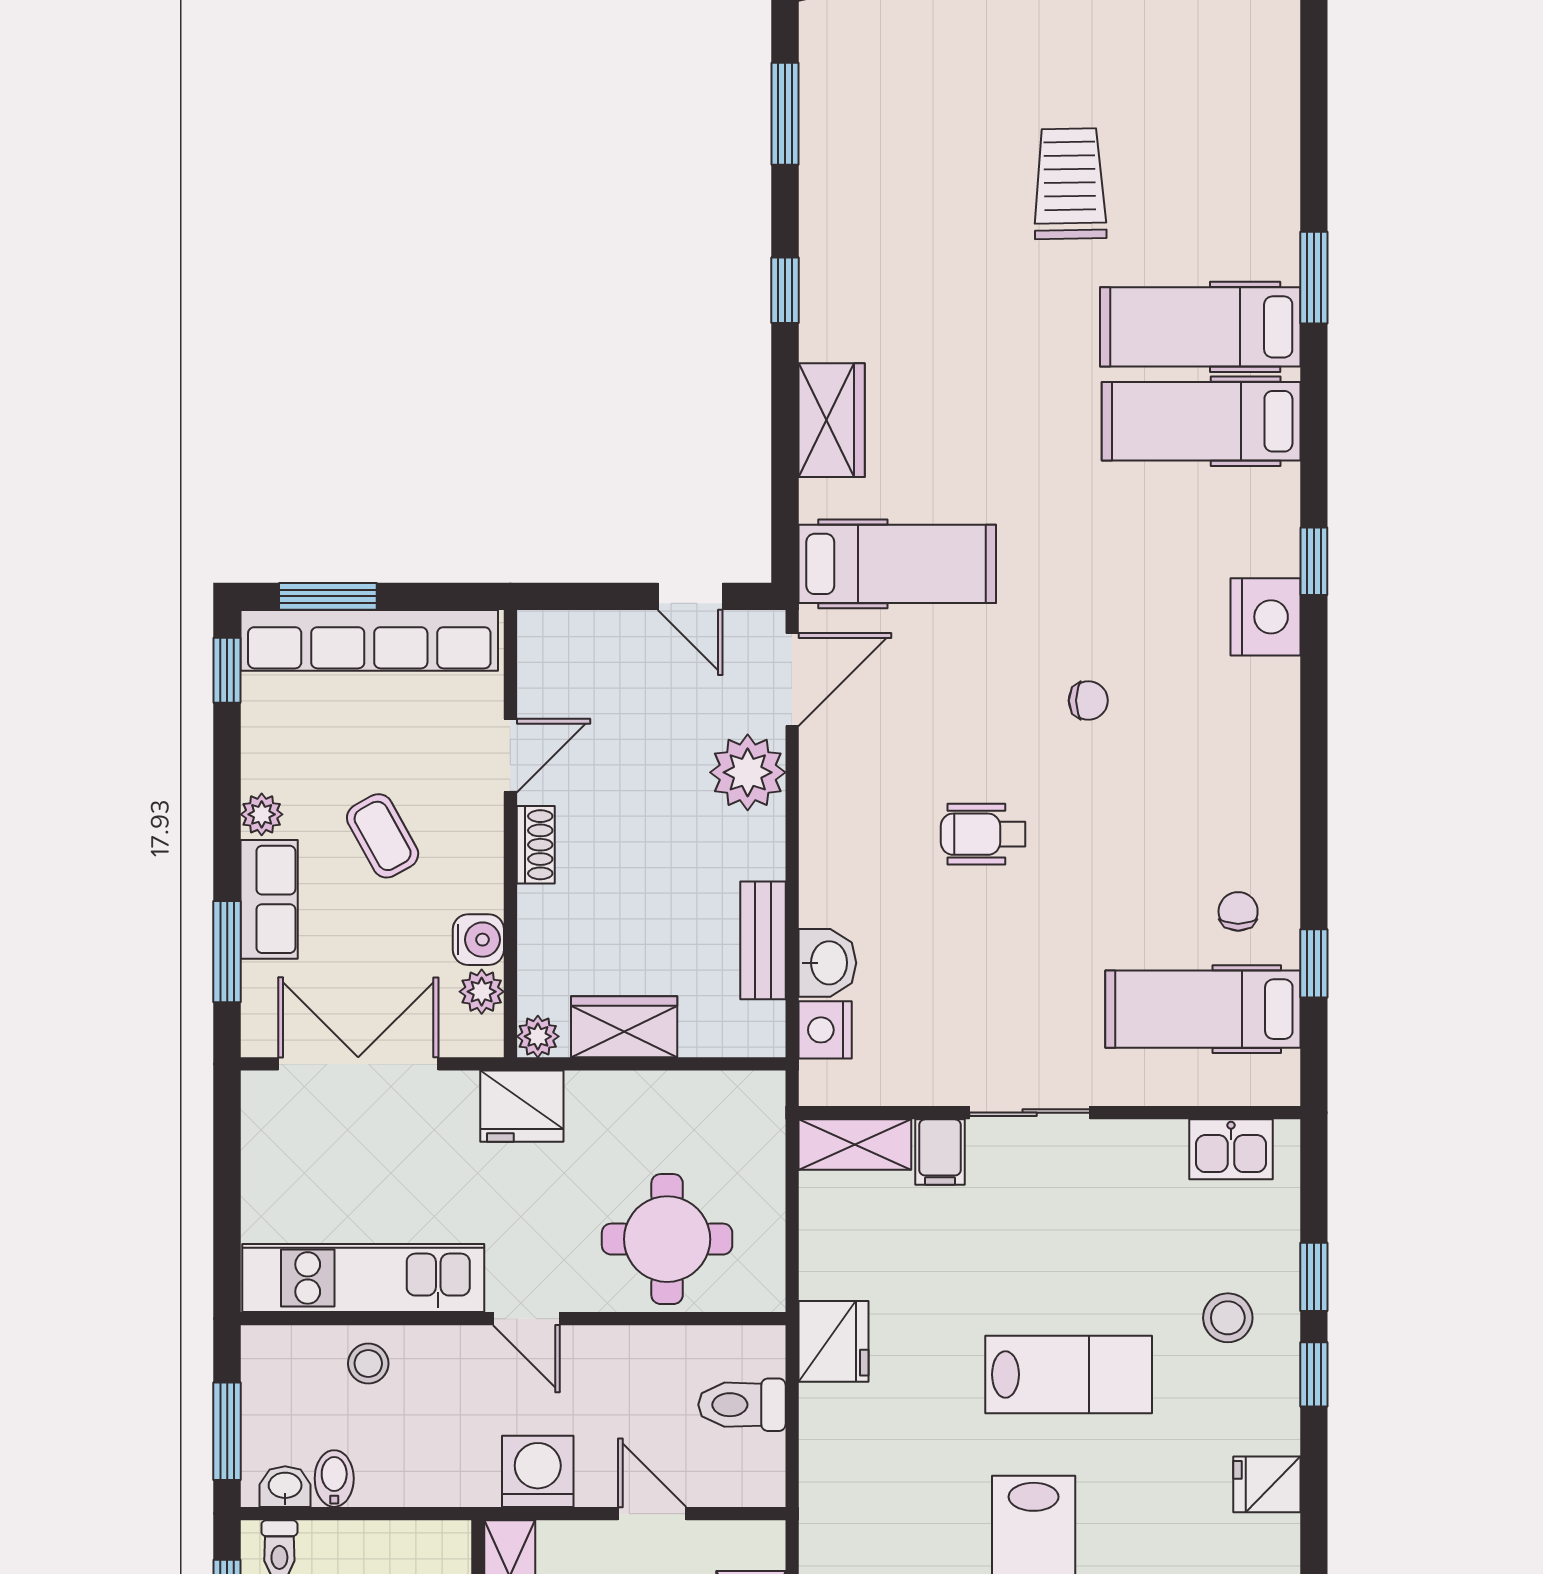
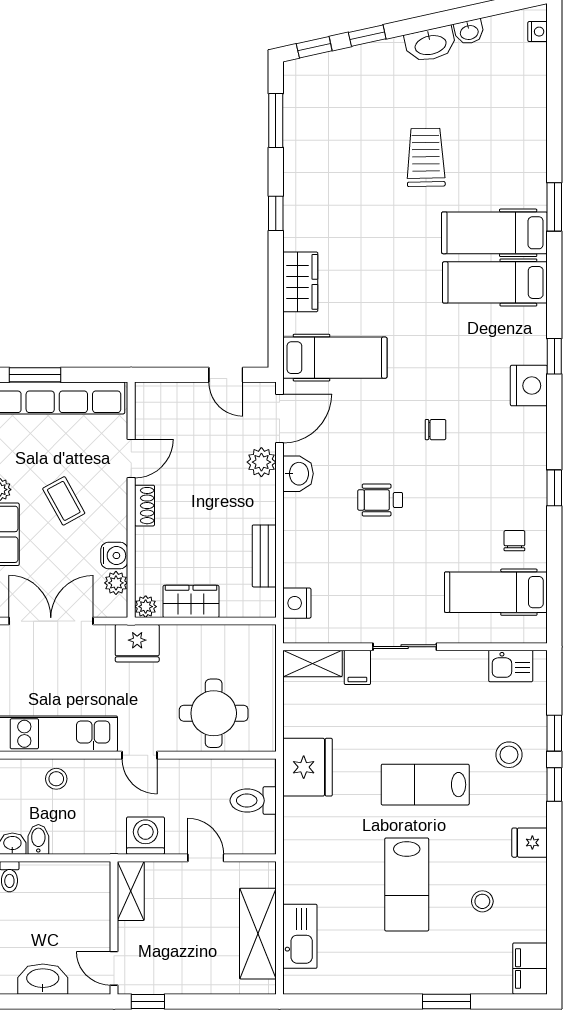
plant: (748, 772) -> (261, 462), width x0.73, depth x0.73
washbasin: (827, 963) -> (298, 474), moved
window: (1314, 963) -> (554, 488), moved
fridge: (833, 1341) -> (308, 767), width x1.36, depth x1.34
lab bench: (1069, 1374) -> (425, 785), turned 180

